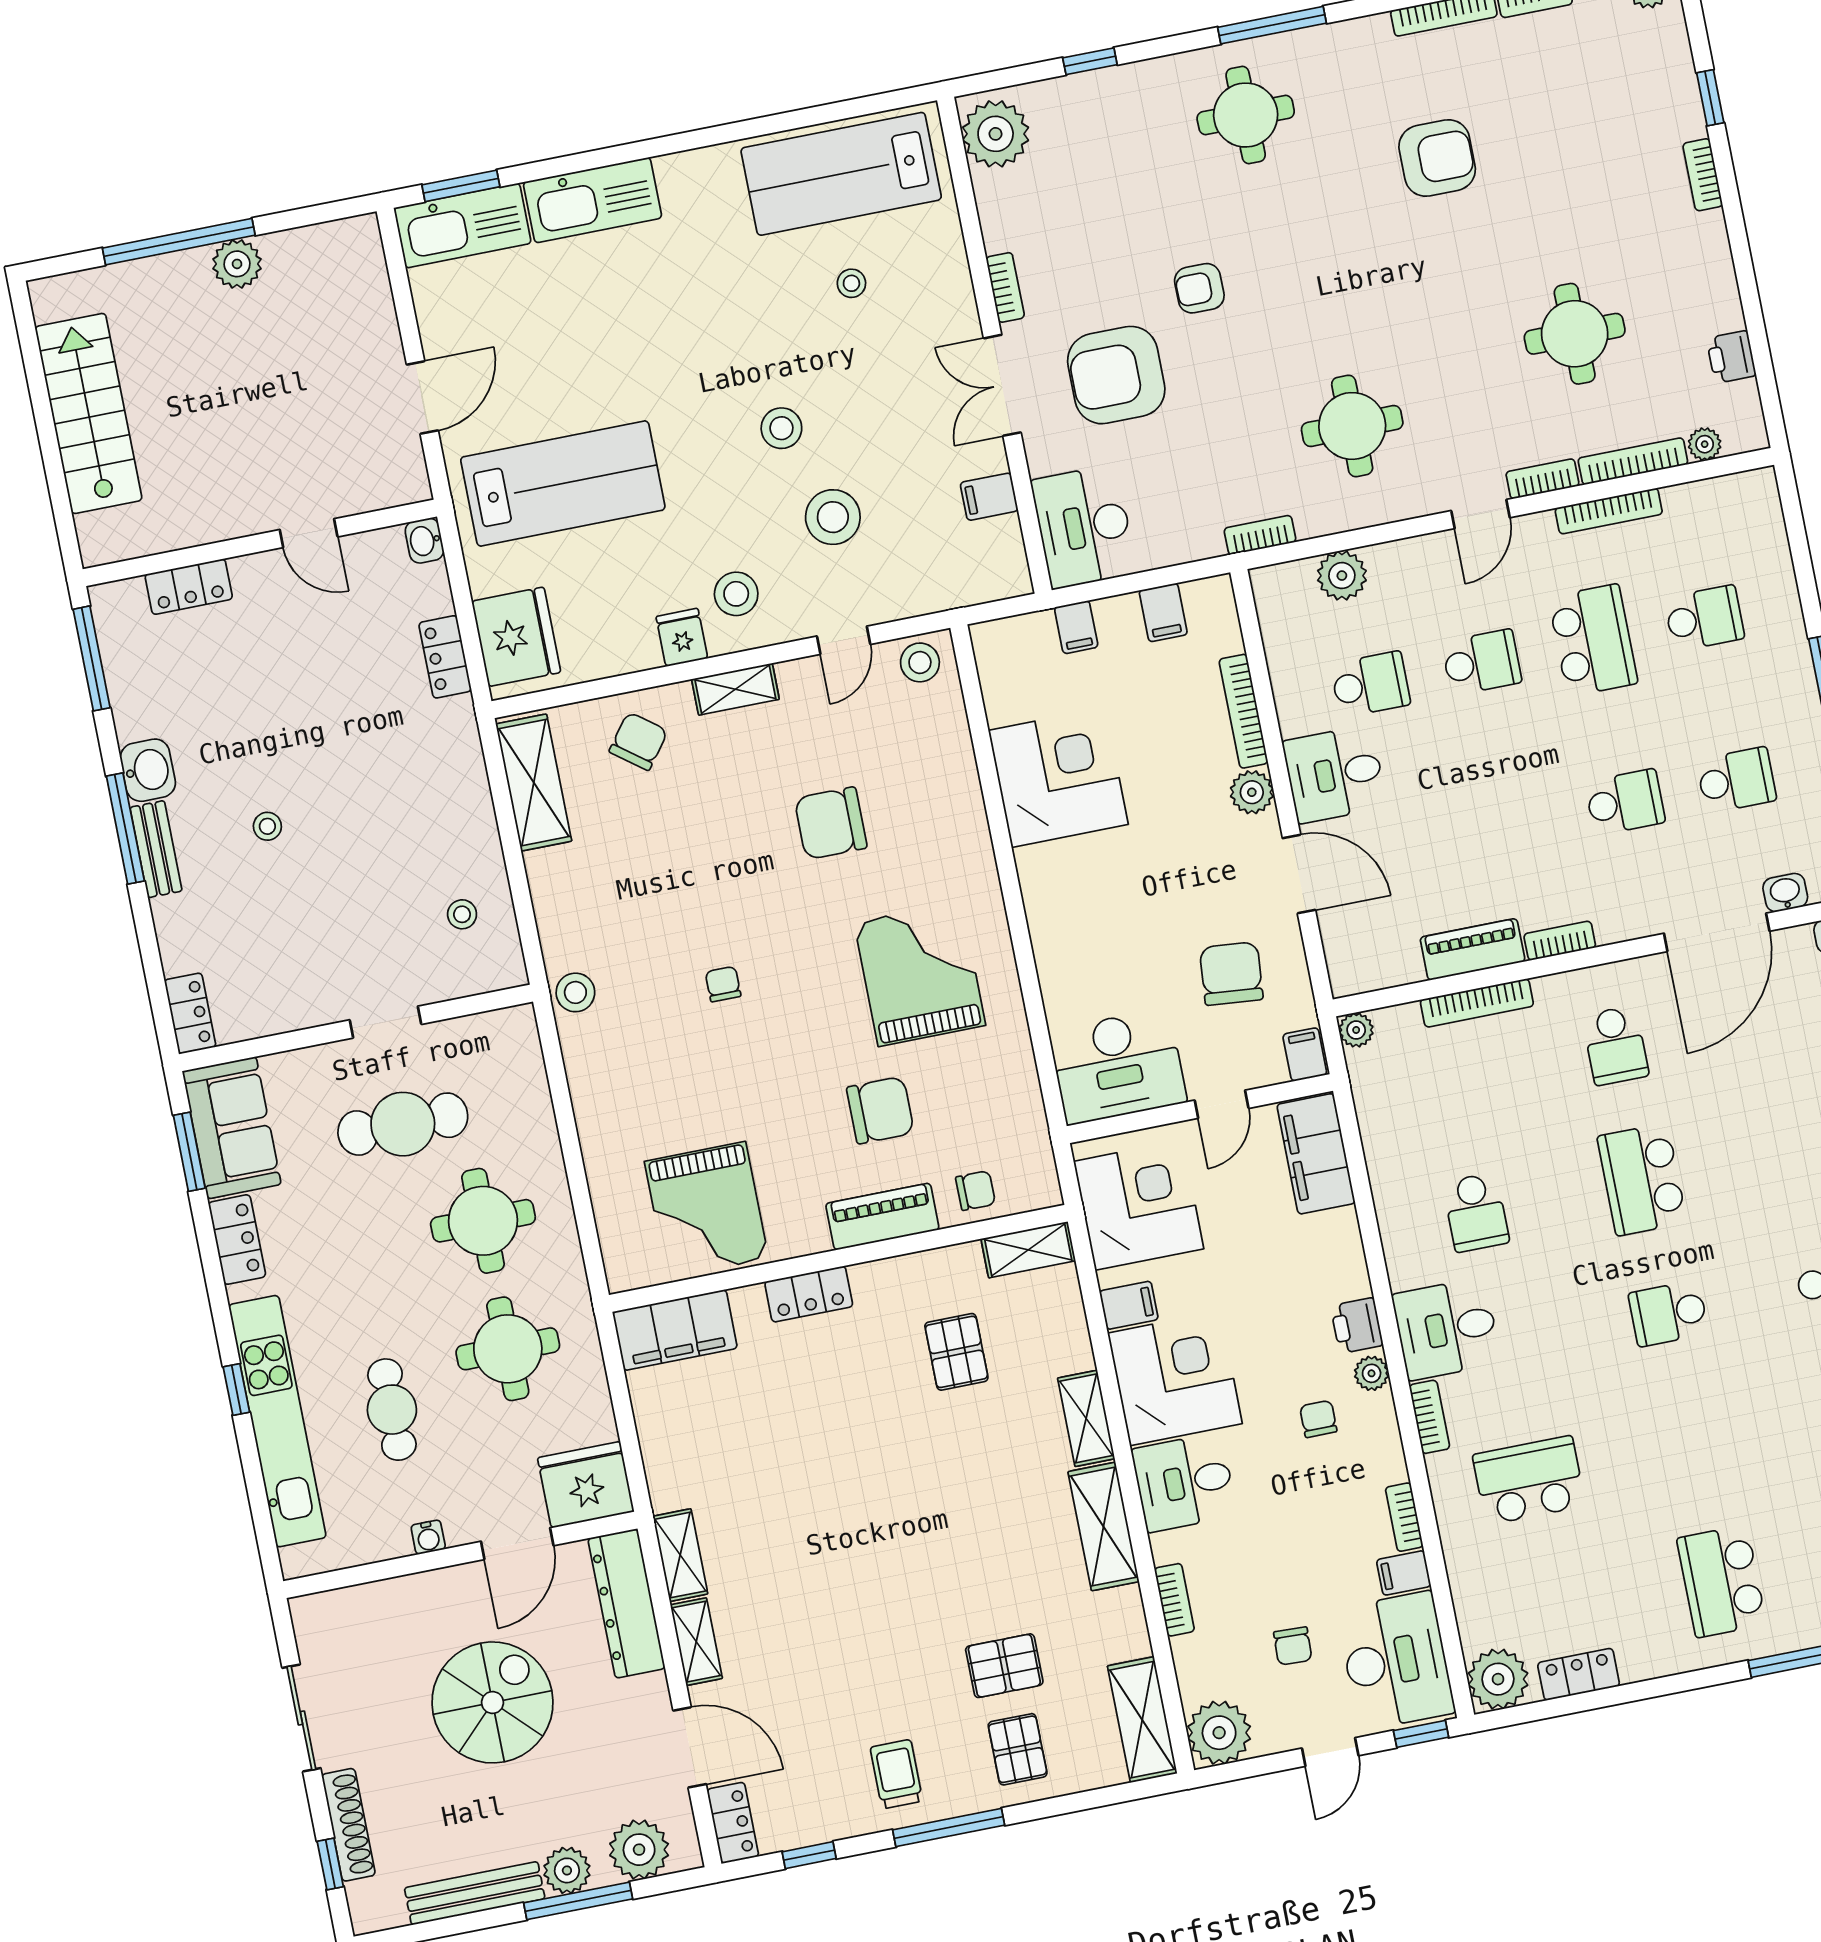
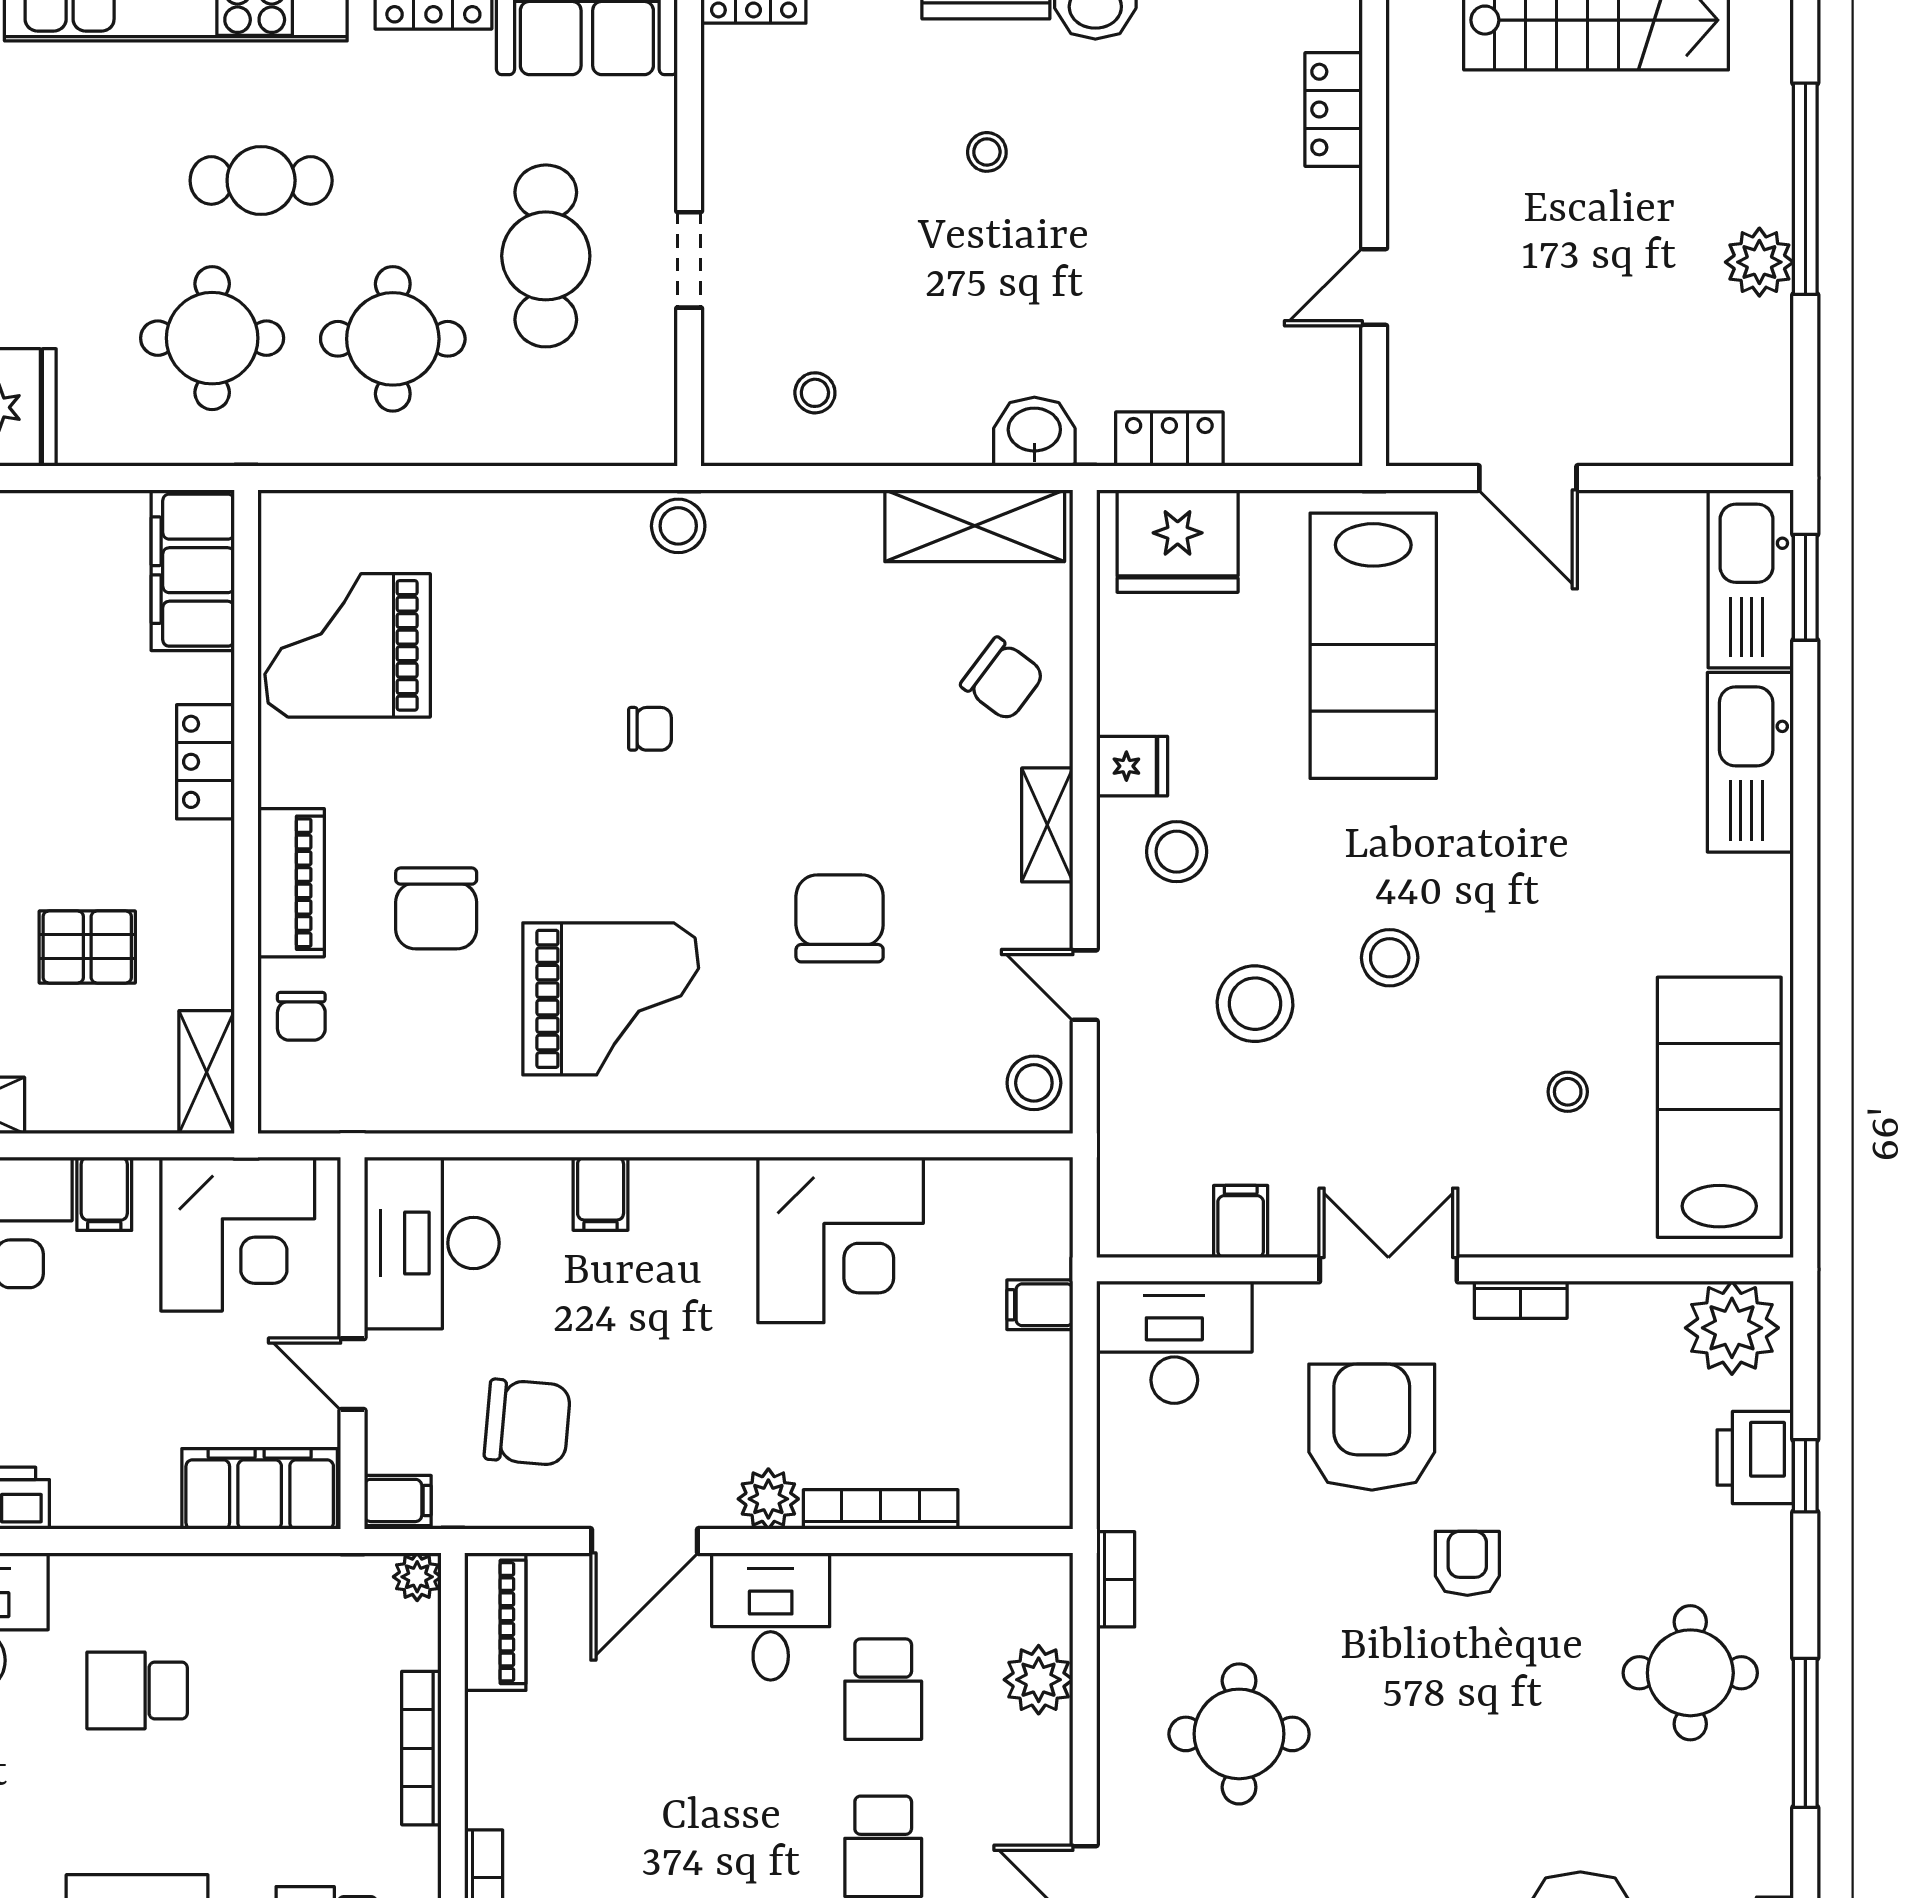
printer: (1084, 99) -> (1755, 1458), added
washbasin: (424, 541) -> (1034, 432), moved, width x1.38, depth x1.45
filing cabinet: (1163, 613) -> (601, 1194), moved, turned -90
piano: (1473, 949) -> (495, 1622), moved
cafe table: (392, 1410) -> (261, 180), moved

